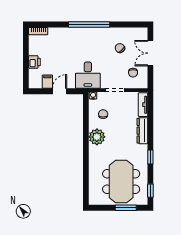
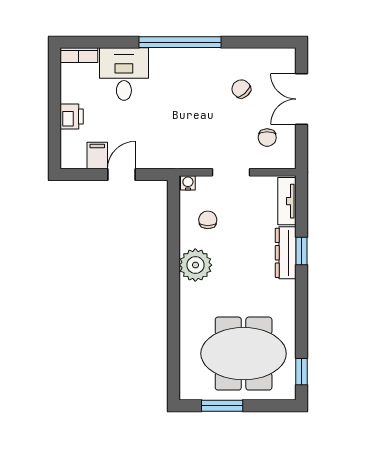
desk: (88, 75) -> (124, 74), moved, turned 180
window: (150, 157) -> (302, 251), moved
meeting table: (121, 181) -> (244, 354), turned 90
window: (126, 208) -> (222, 406), moved

